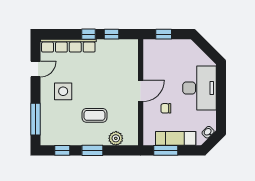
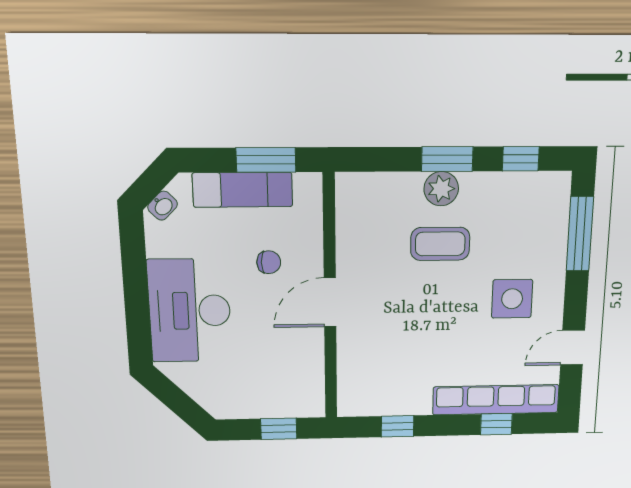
window: (88, 34) -> (496, 424), moved
plant: (116, 138) -> (441, 189), moved

